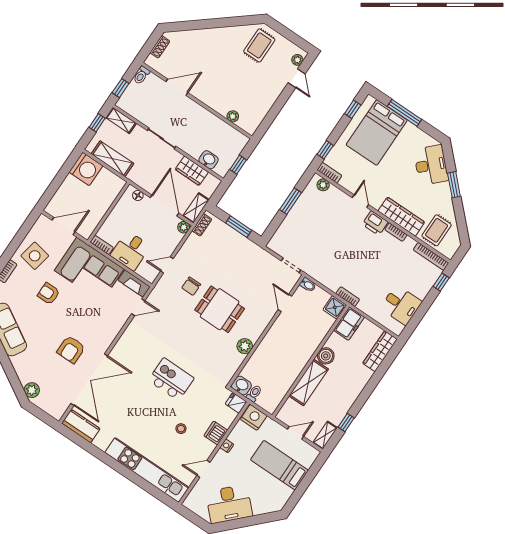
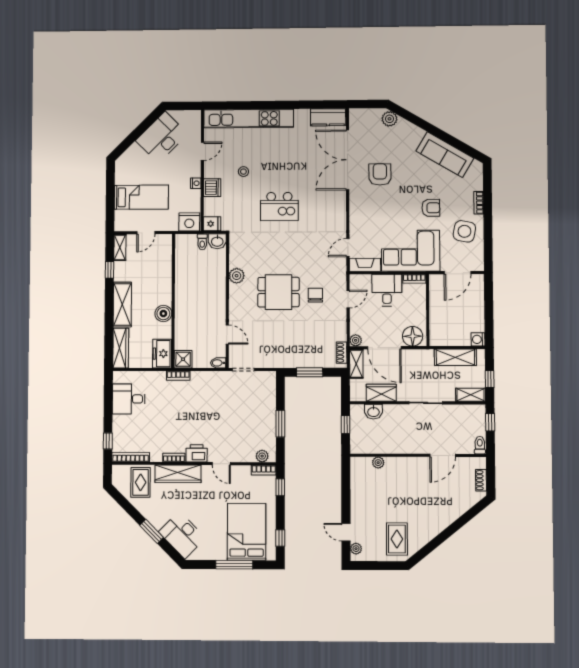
washing machine: (86, 169) -> (478, 339), width x0.53, depth x0.53
floor lamp: (138, 195) -> (413, 336), width x1.89, depth x1.89
shelving: (309, 383) -> (122, 305), moved

